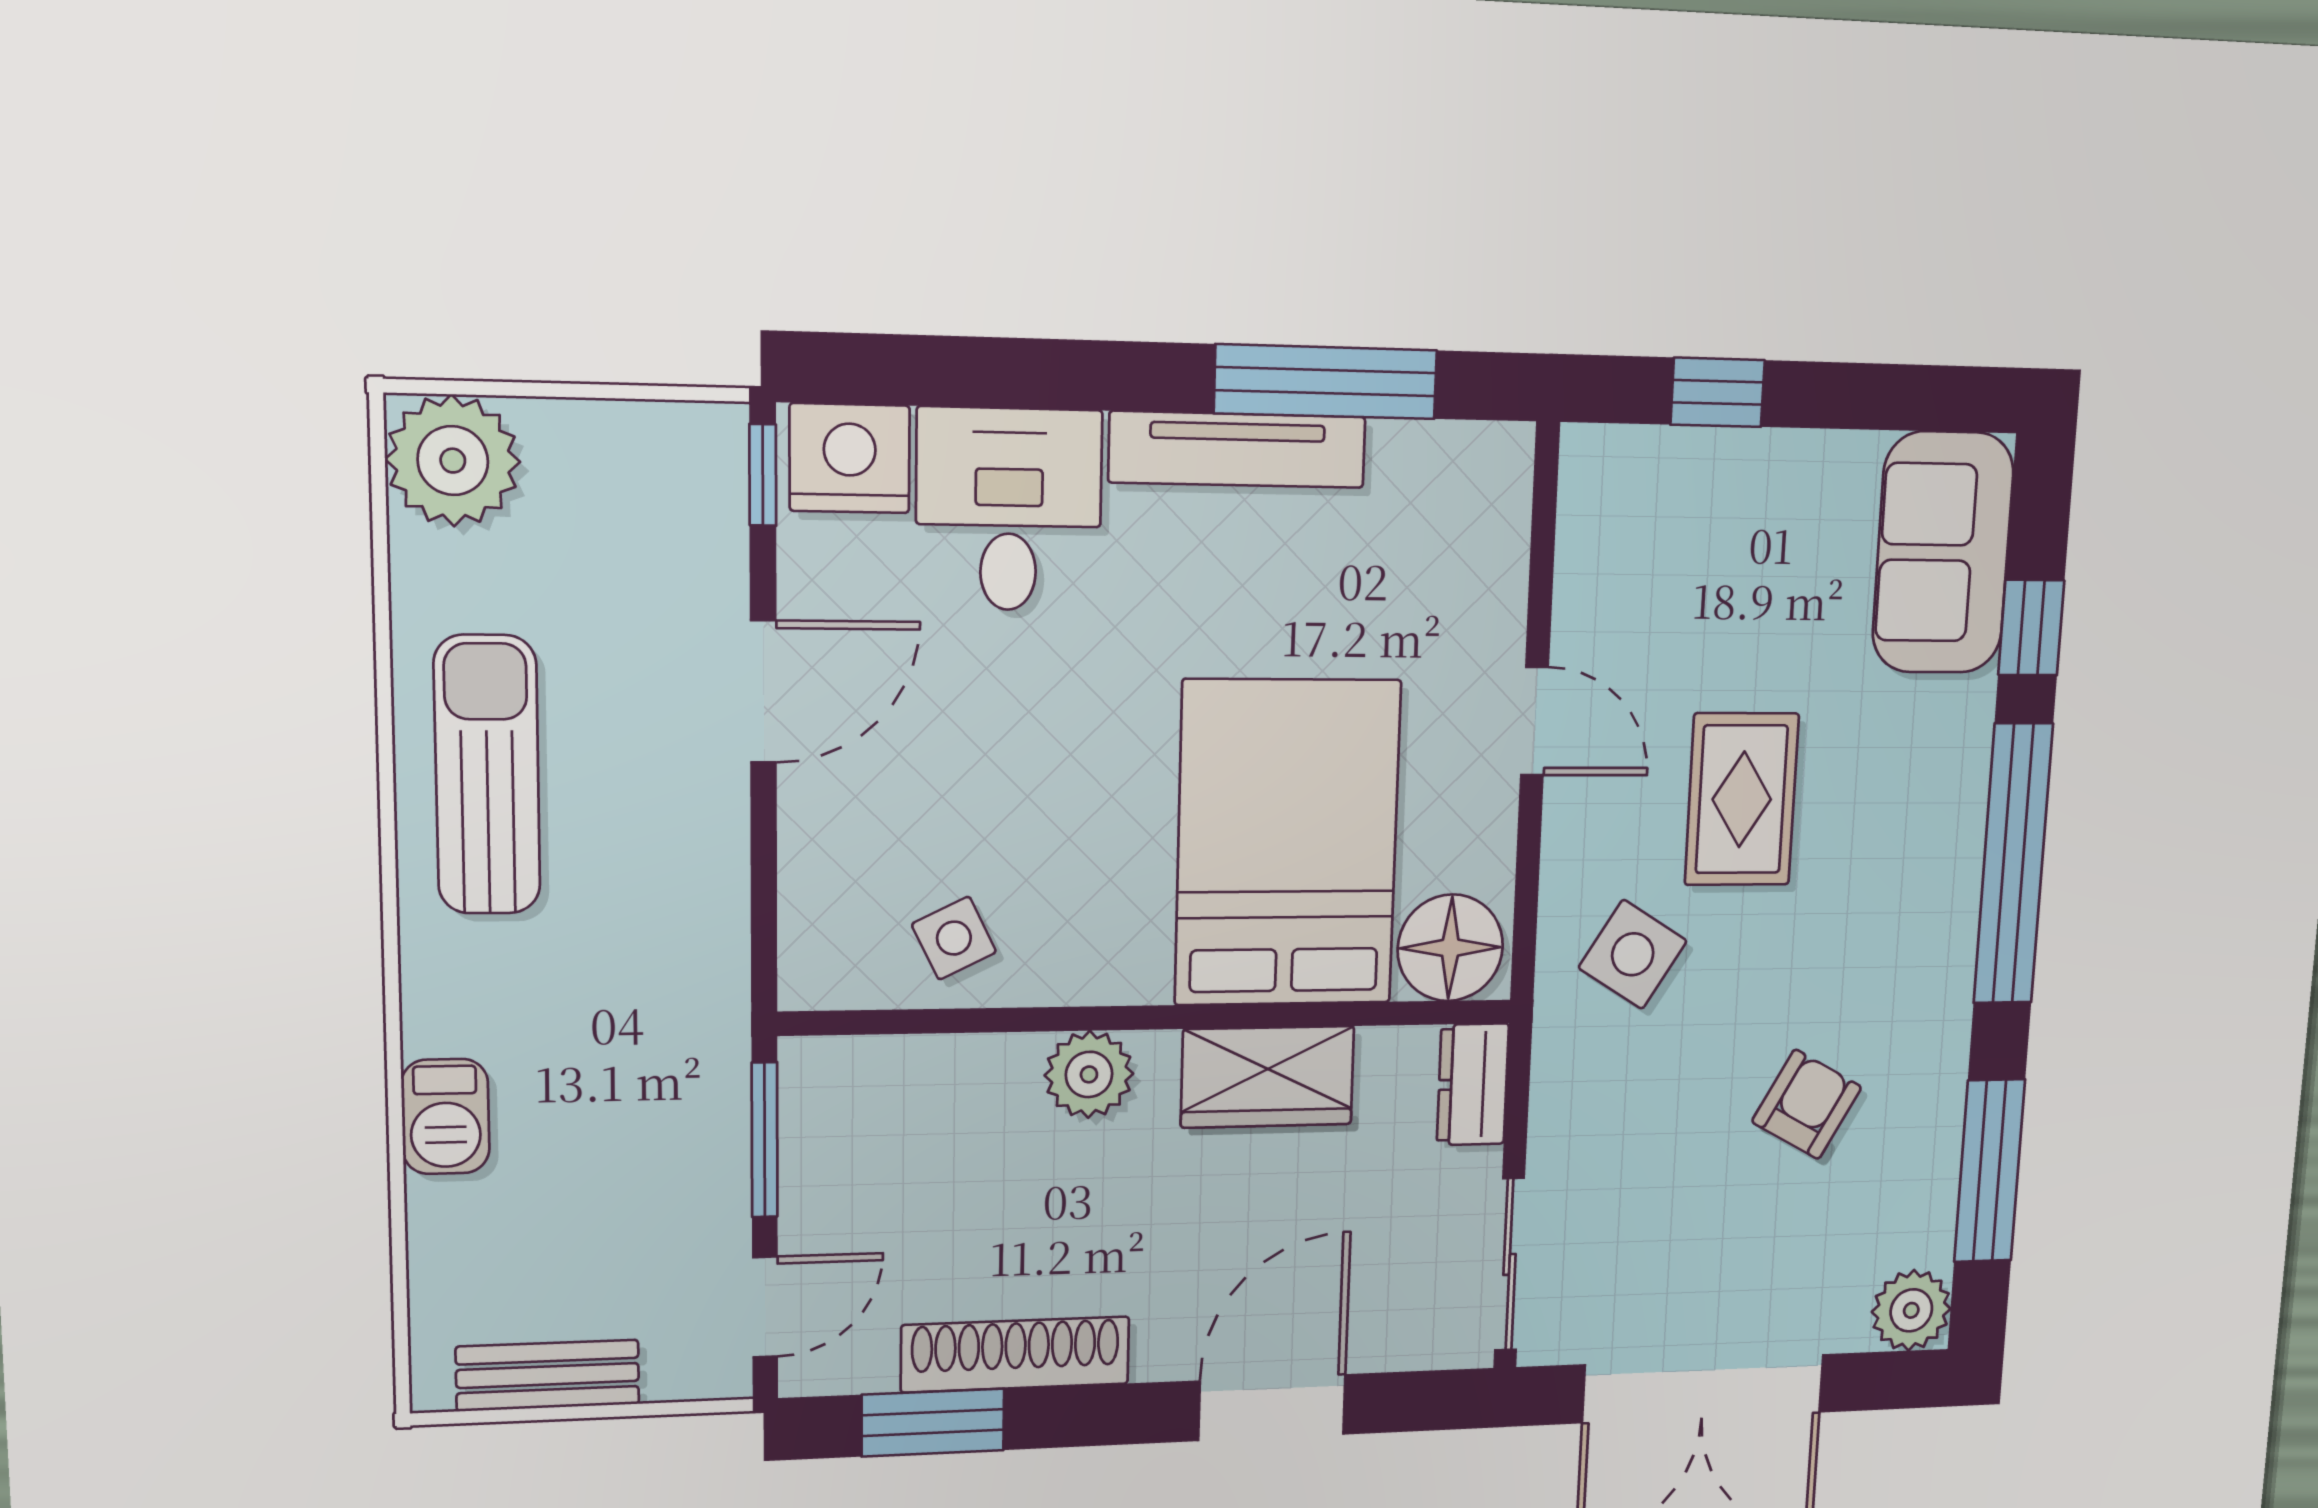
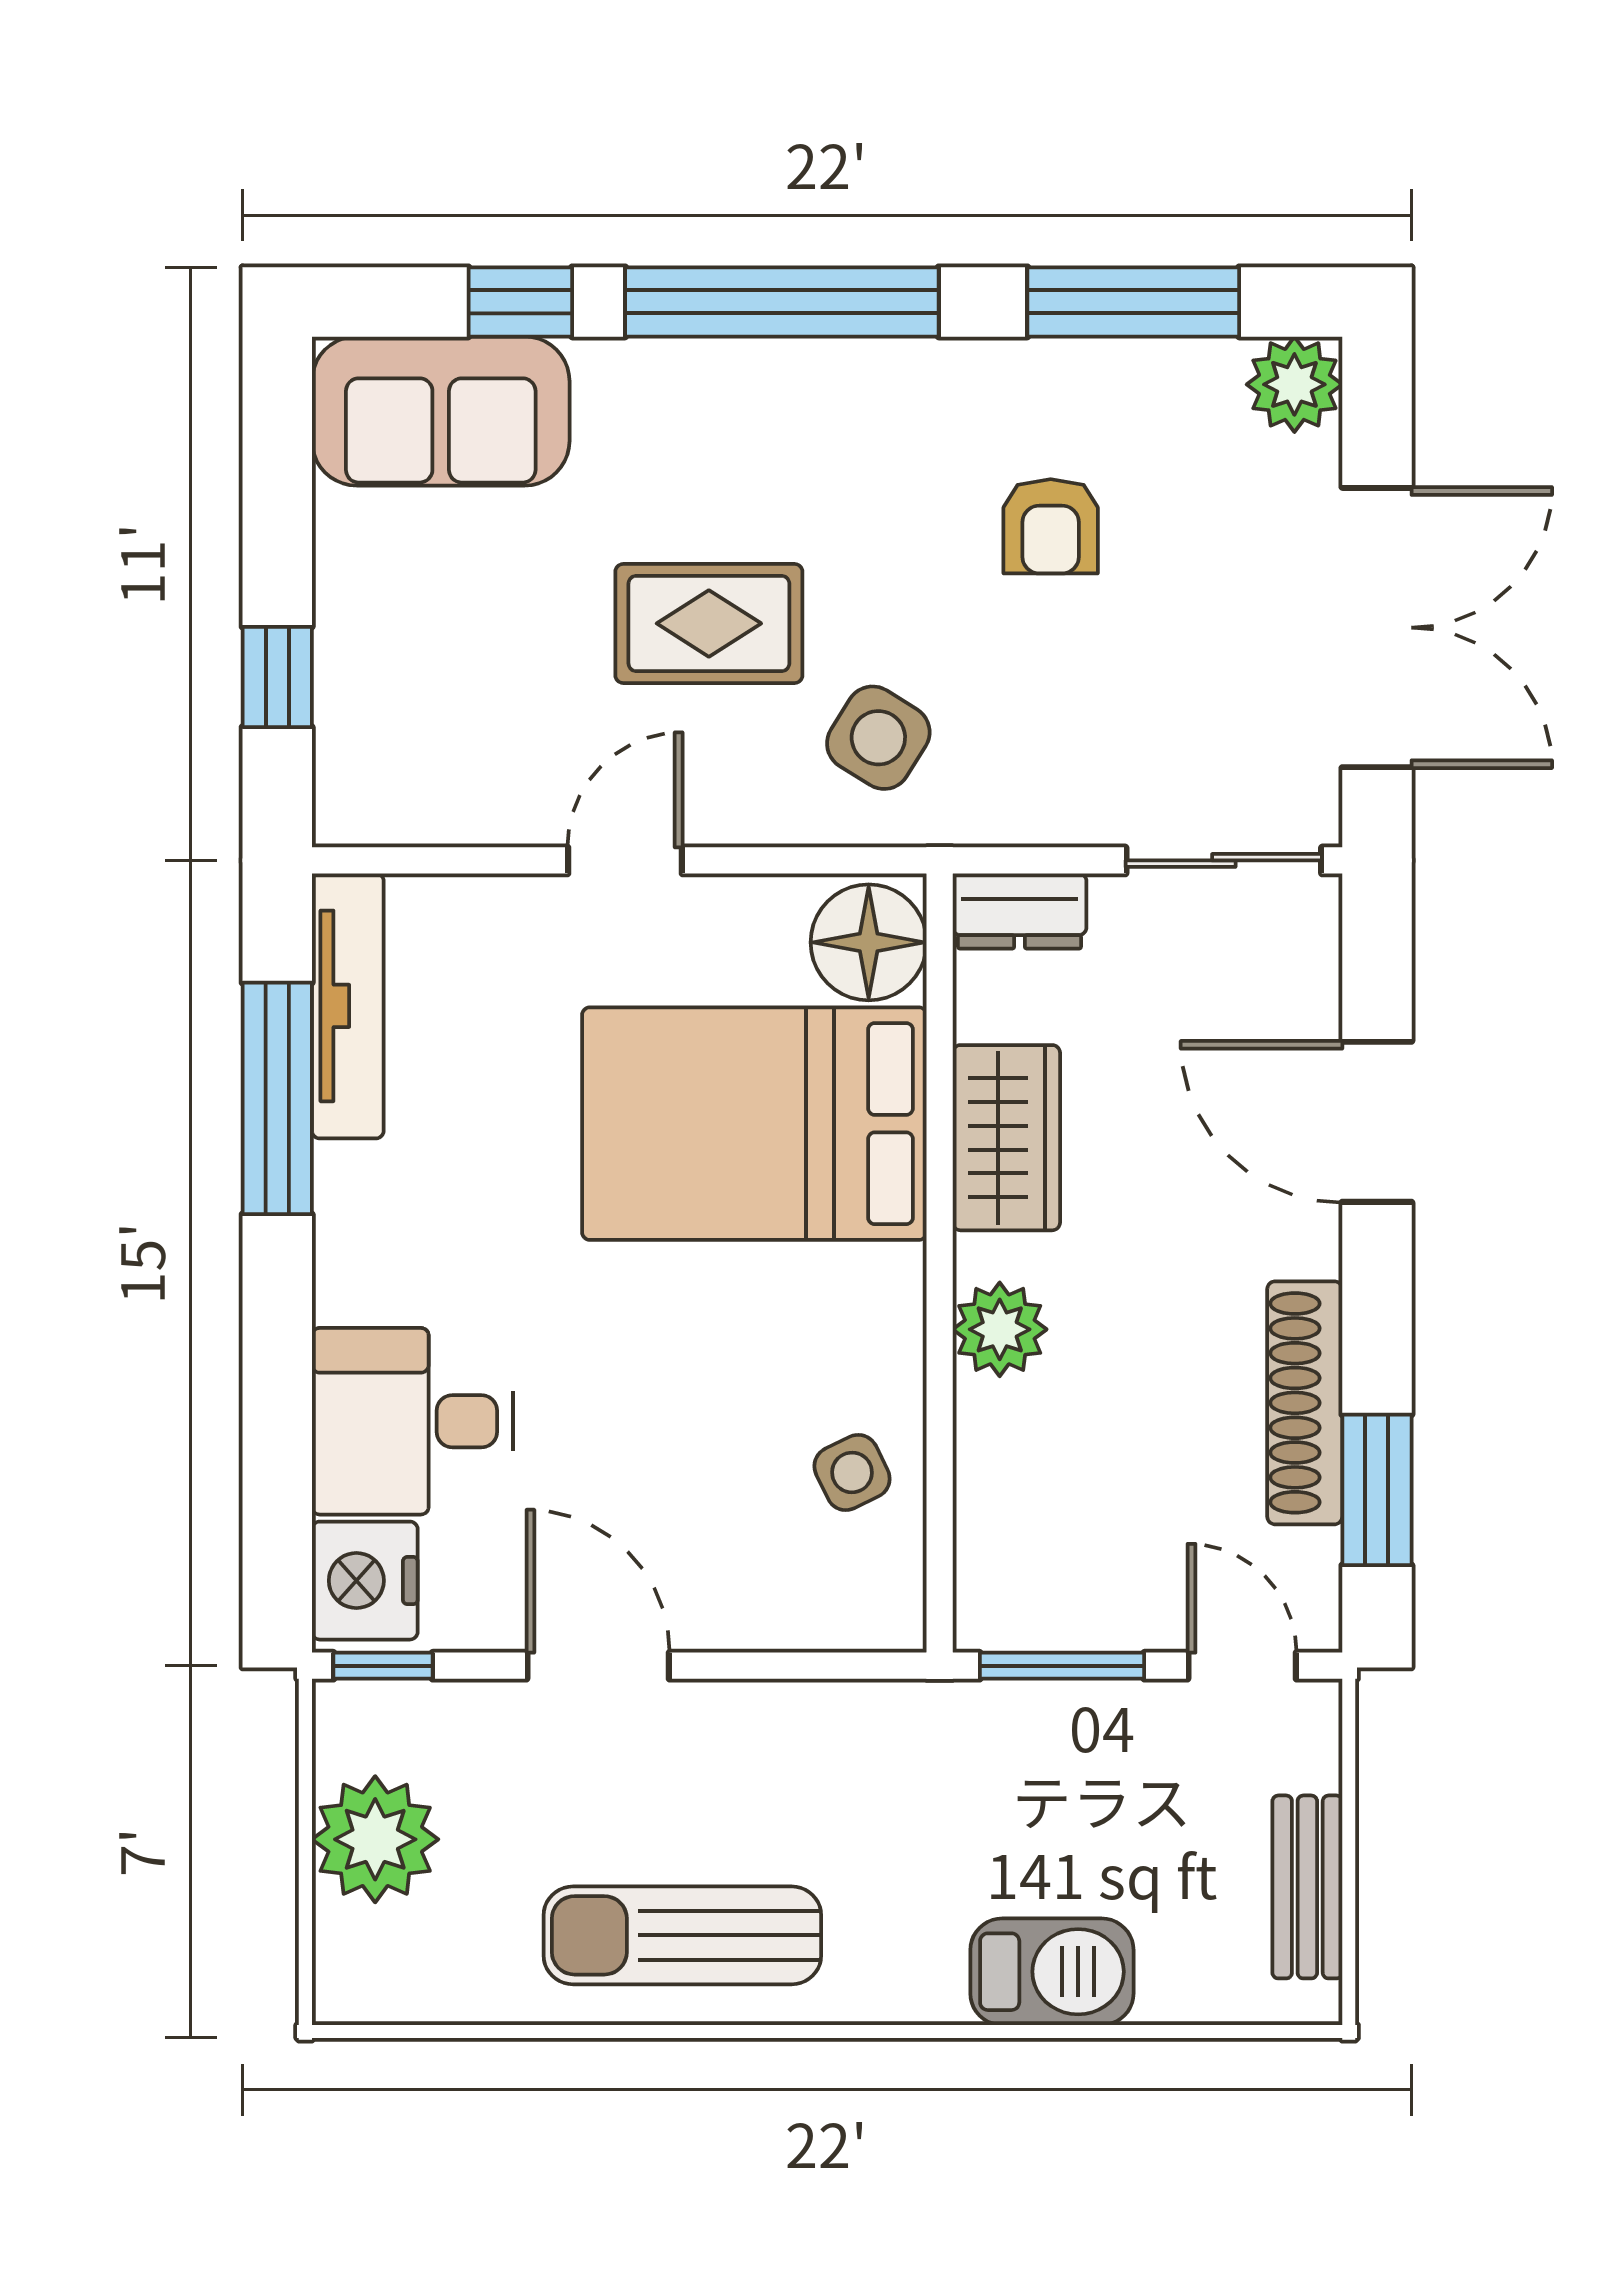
tv unit: (1237, 450) -> (348, 1006), moved
plant: (453, 461) -> (375, 1839), moved
armchair: (1807, 1104) -> (1051, 526), turned -119
barbecue: (445, 1117) -> (1052, 1972), width x1.38, depth x1.27

